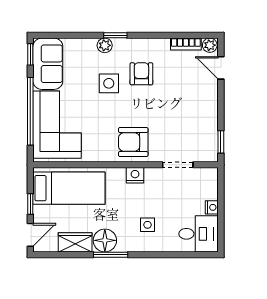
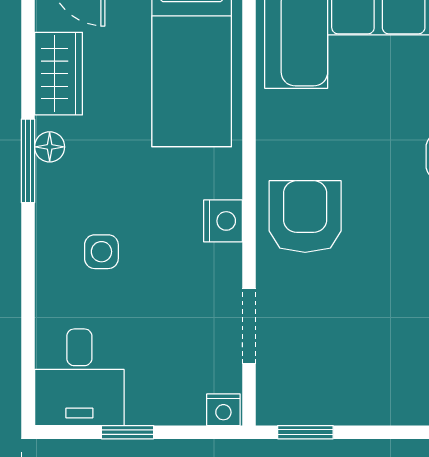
nightstand: (212, 207) -> (223, 410), moved
window: (221, 214) -> (128, 432), added
floor lamp: (105, 240) -> (50, 147), width x0.53, depth x0.53

